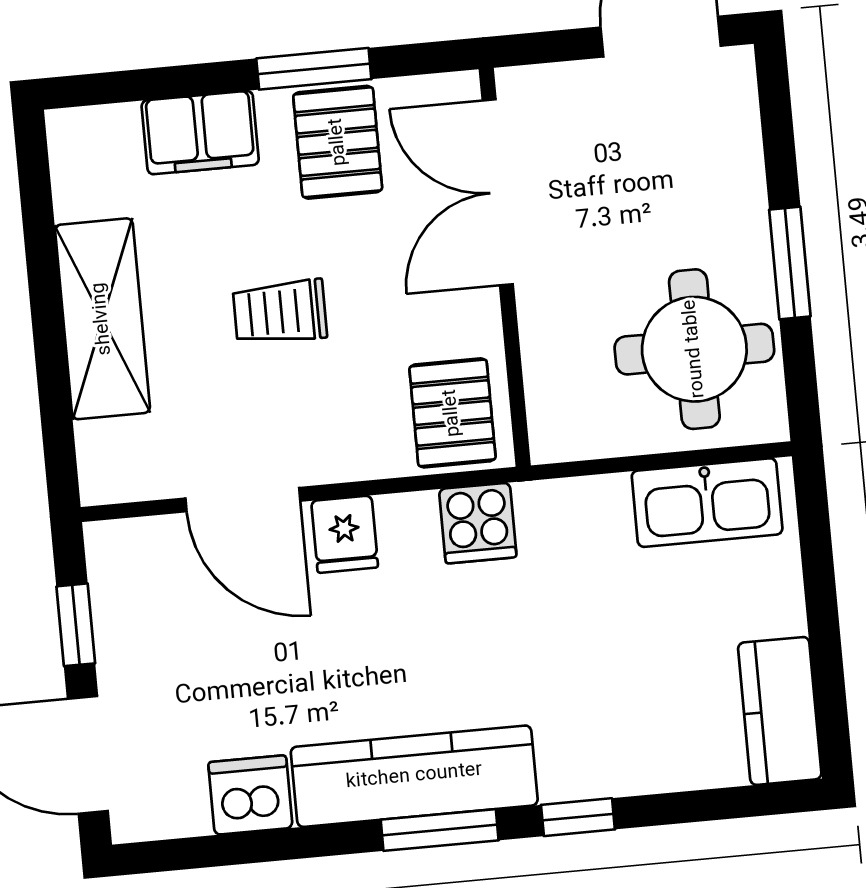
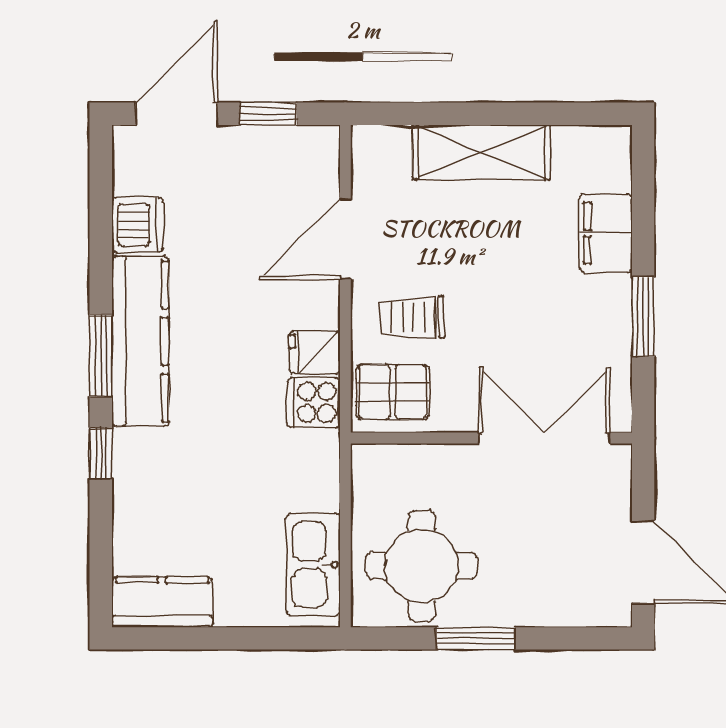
pallet: (338, 142) -> (590, 329), removed
trolley: (280, 312) -> (412, 317), moved, turned -91
fridge: (345, 534) -> (315, 352), moved

